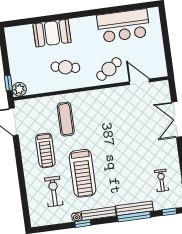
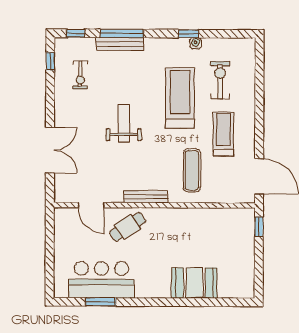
window: (122, 9) -> (101, 302), added
cafe table: (65, 67) -> (183, 237), removed
plant: (19, 89) -> (246, 217), removed
weight bench: (123, 148) -> (124, 123), added
exercise bike: (54, 191) -> (220, 80), turned 180
bench: (99, 213) -> (146, 197), moved

